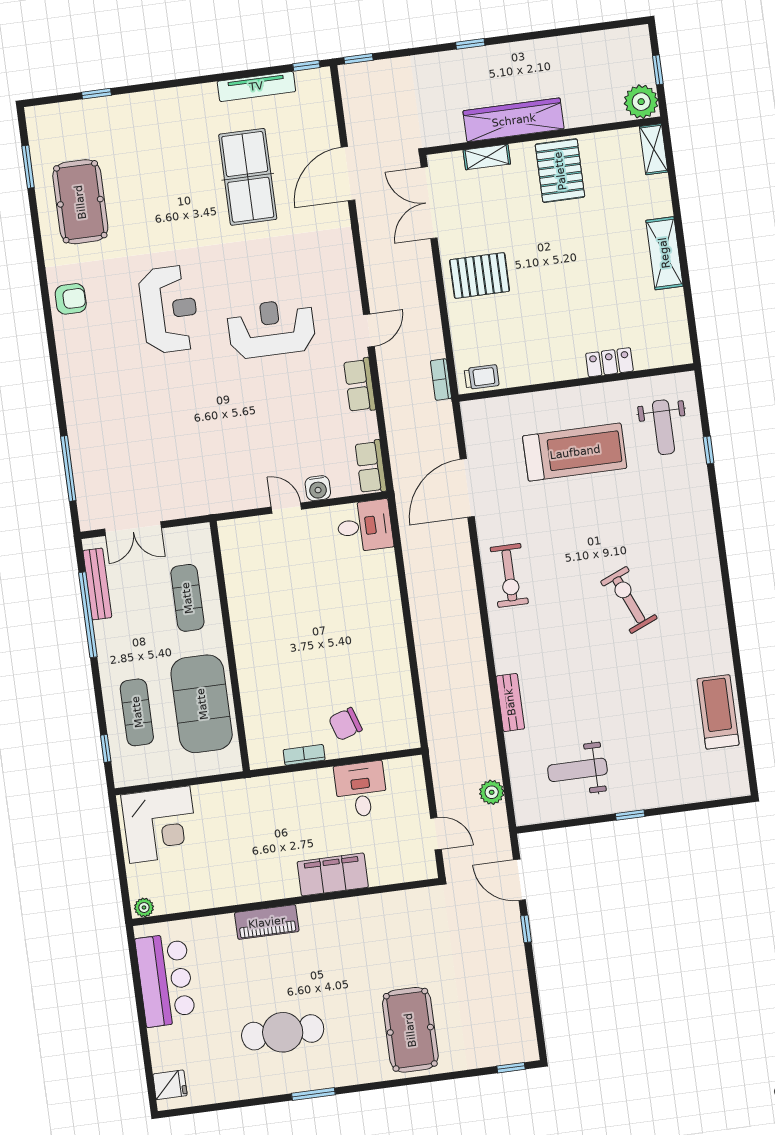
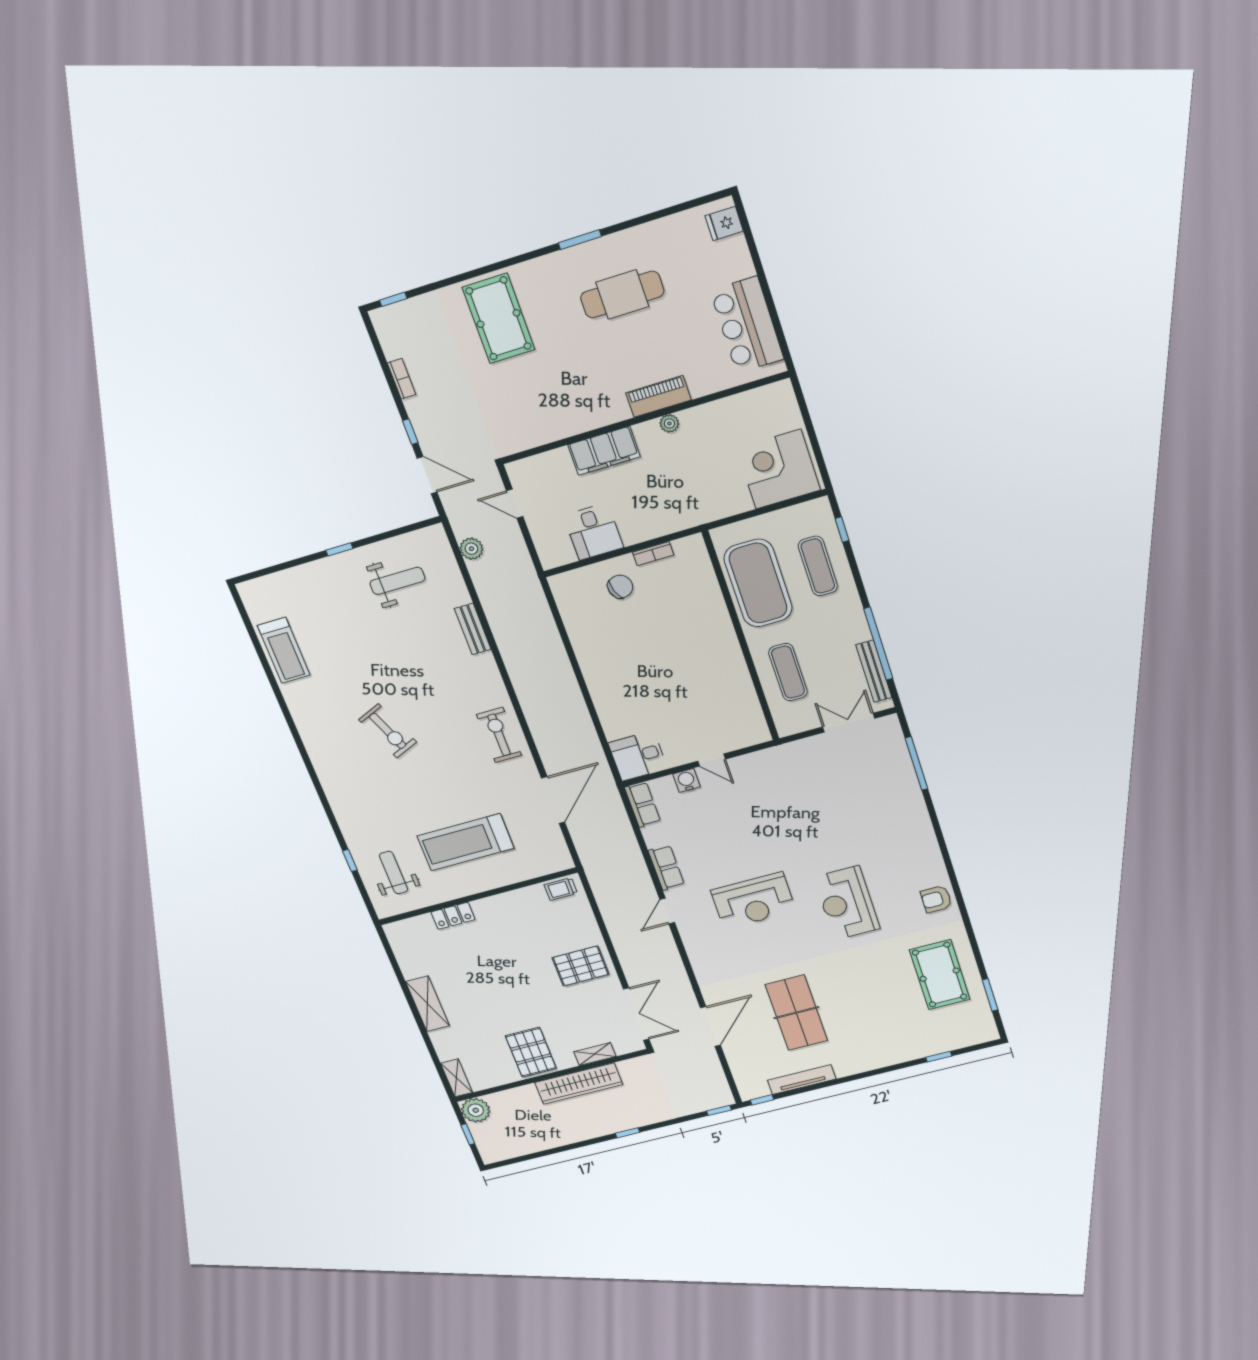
bookcase: (441, 380) -> (402, 379), moved
plant: (144, 908) -> (669, 423), moved

